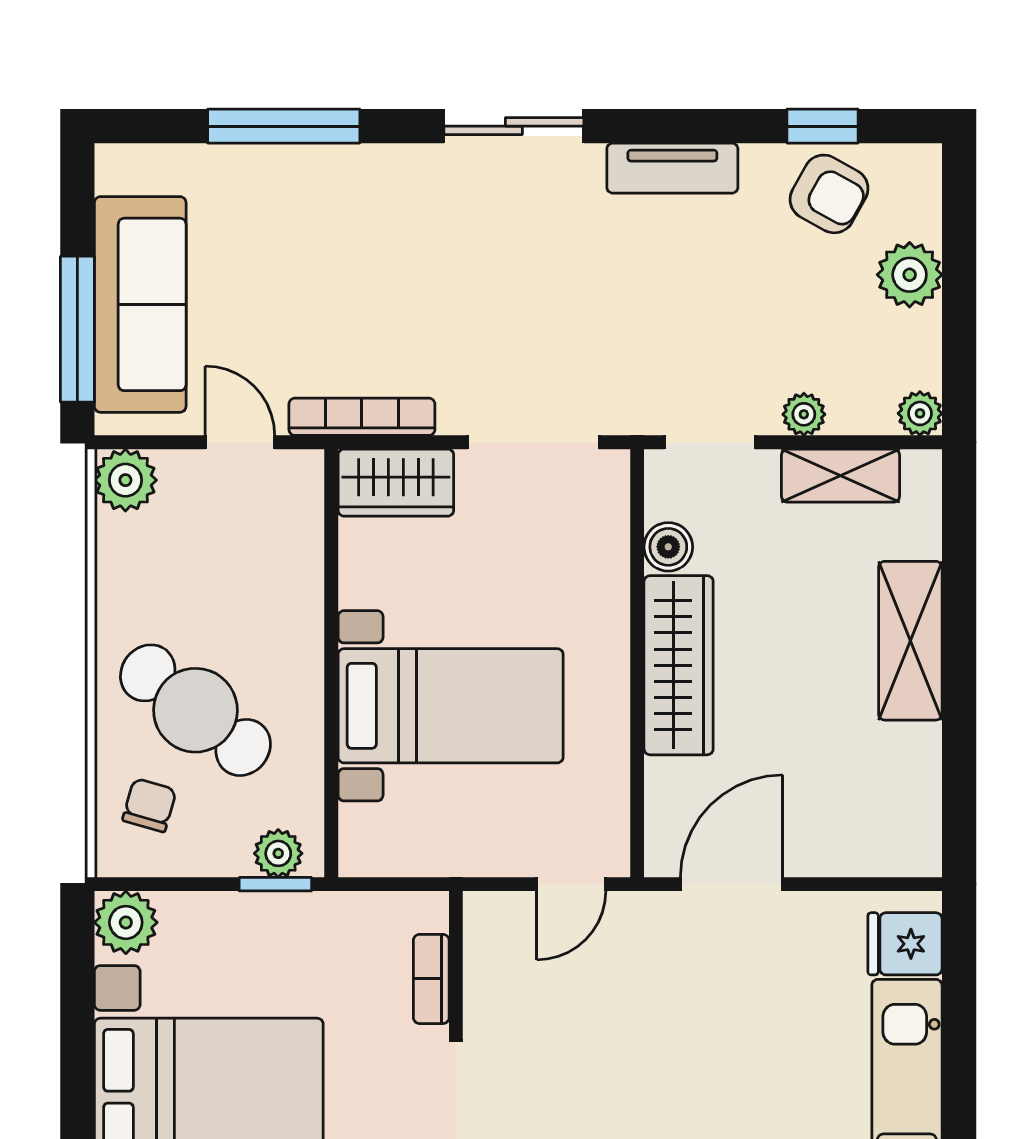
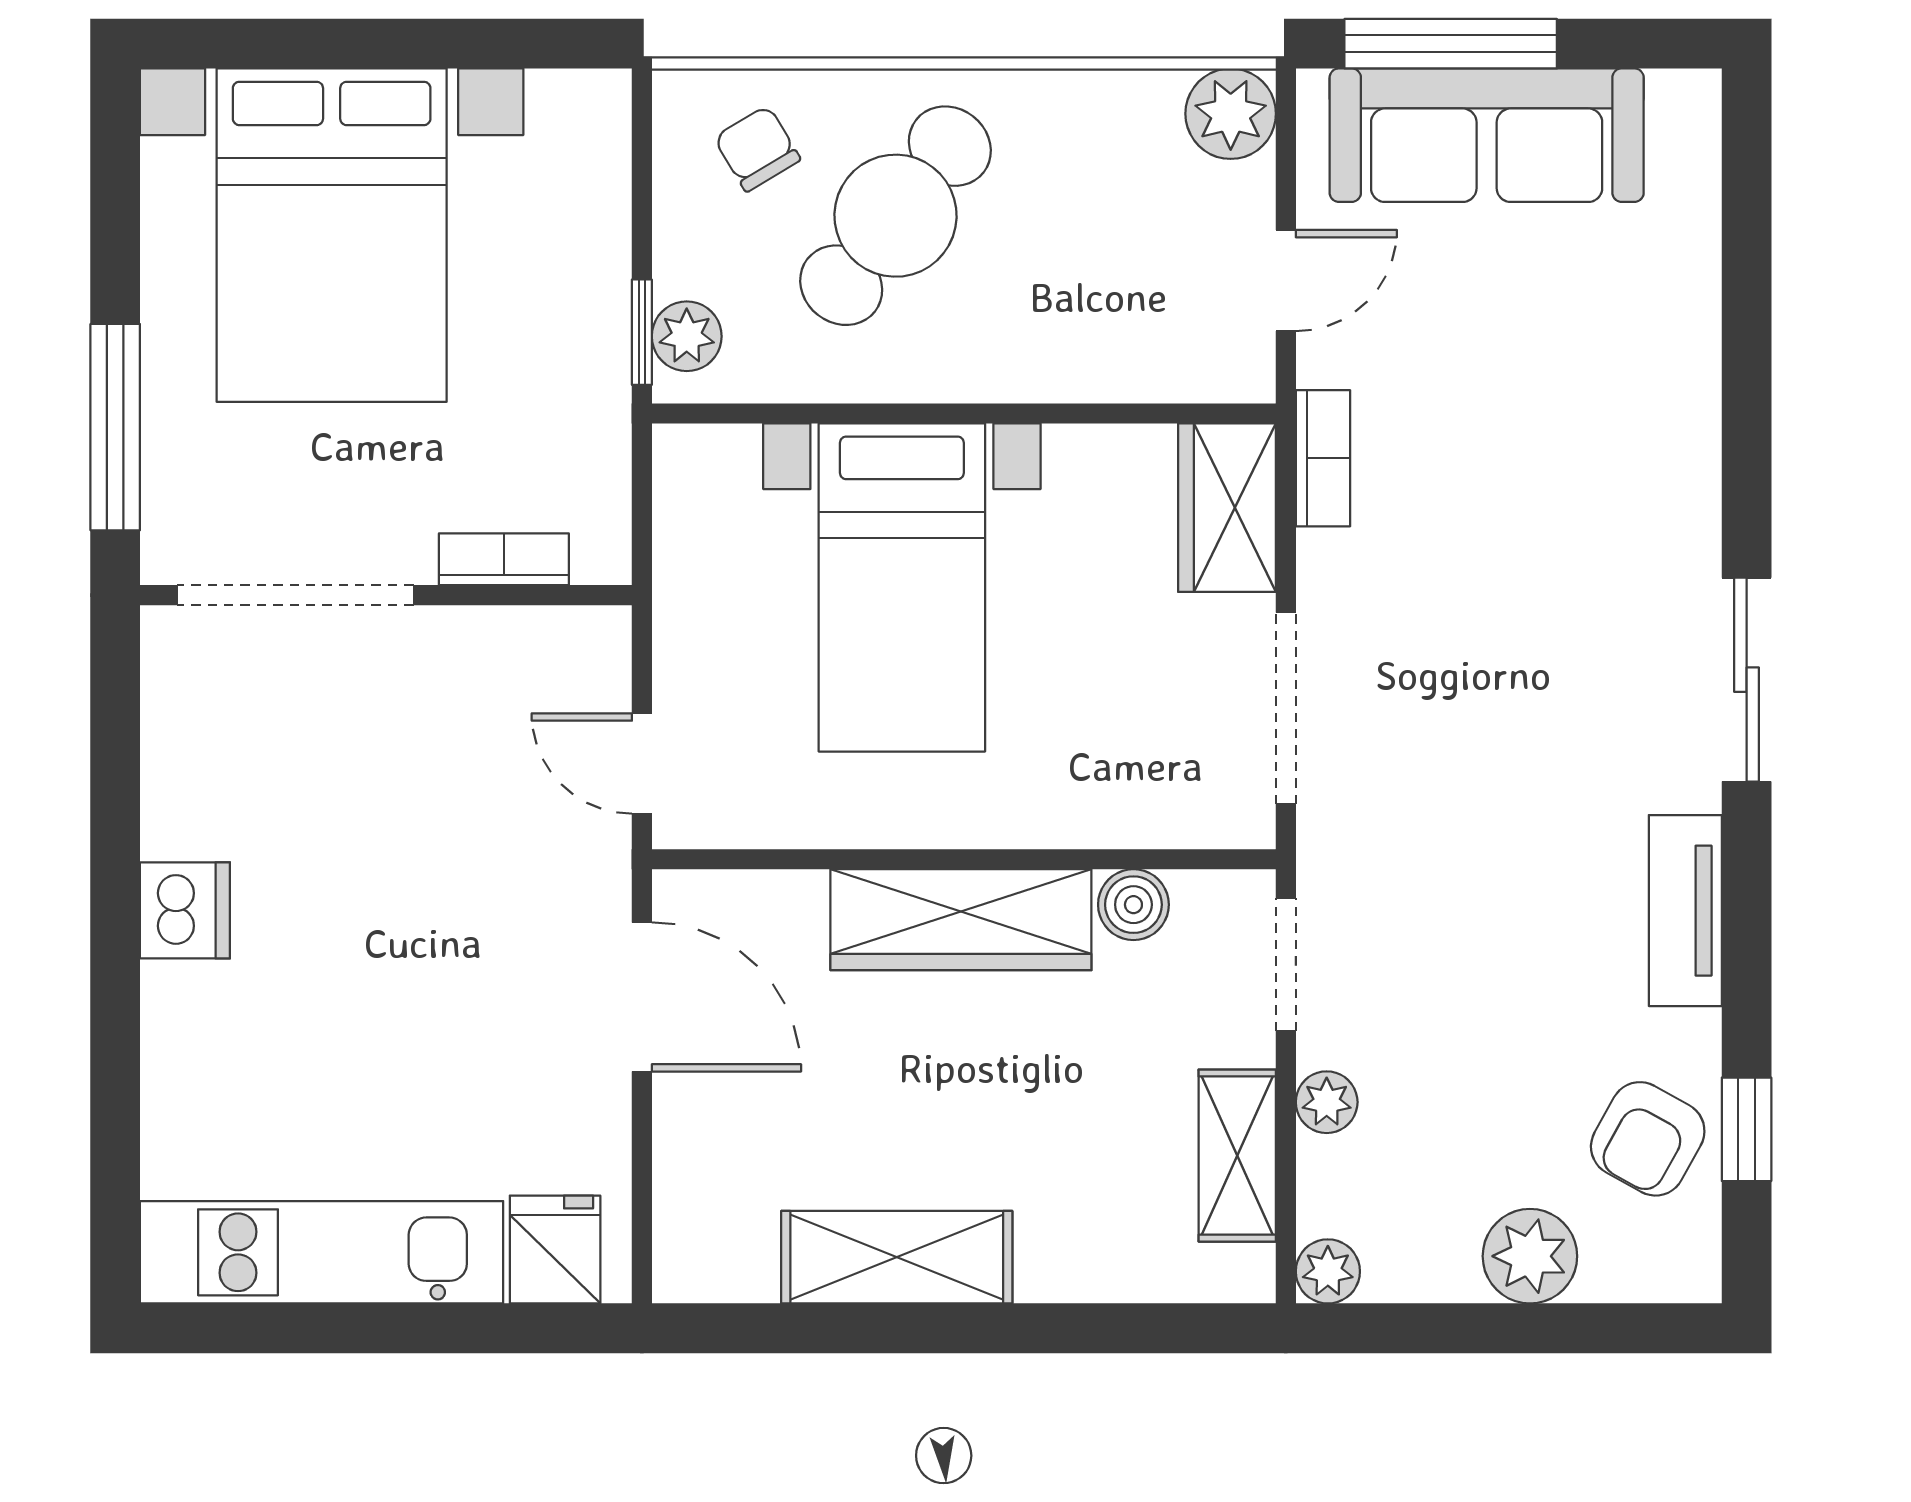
window: (284, 126) -> (1747, 344), removed
bookcase: (362, 417) -> (1323, 458), width x0.64
shelving: (910, 641) -> (897, 1257), moved
chair: (149, 805) -> (757, 149), turned -137
plant: (126, 922) -> (586, 114), removed

